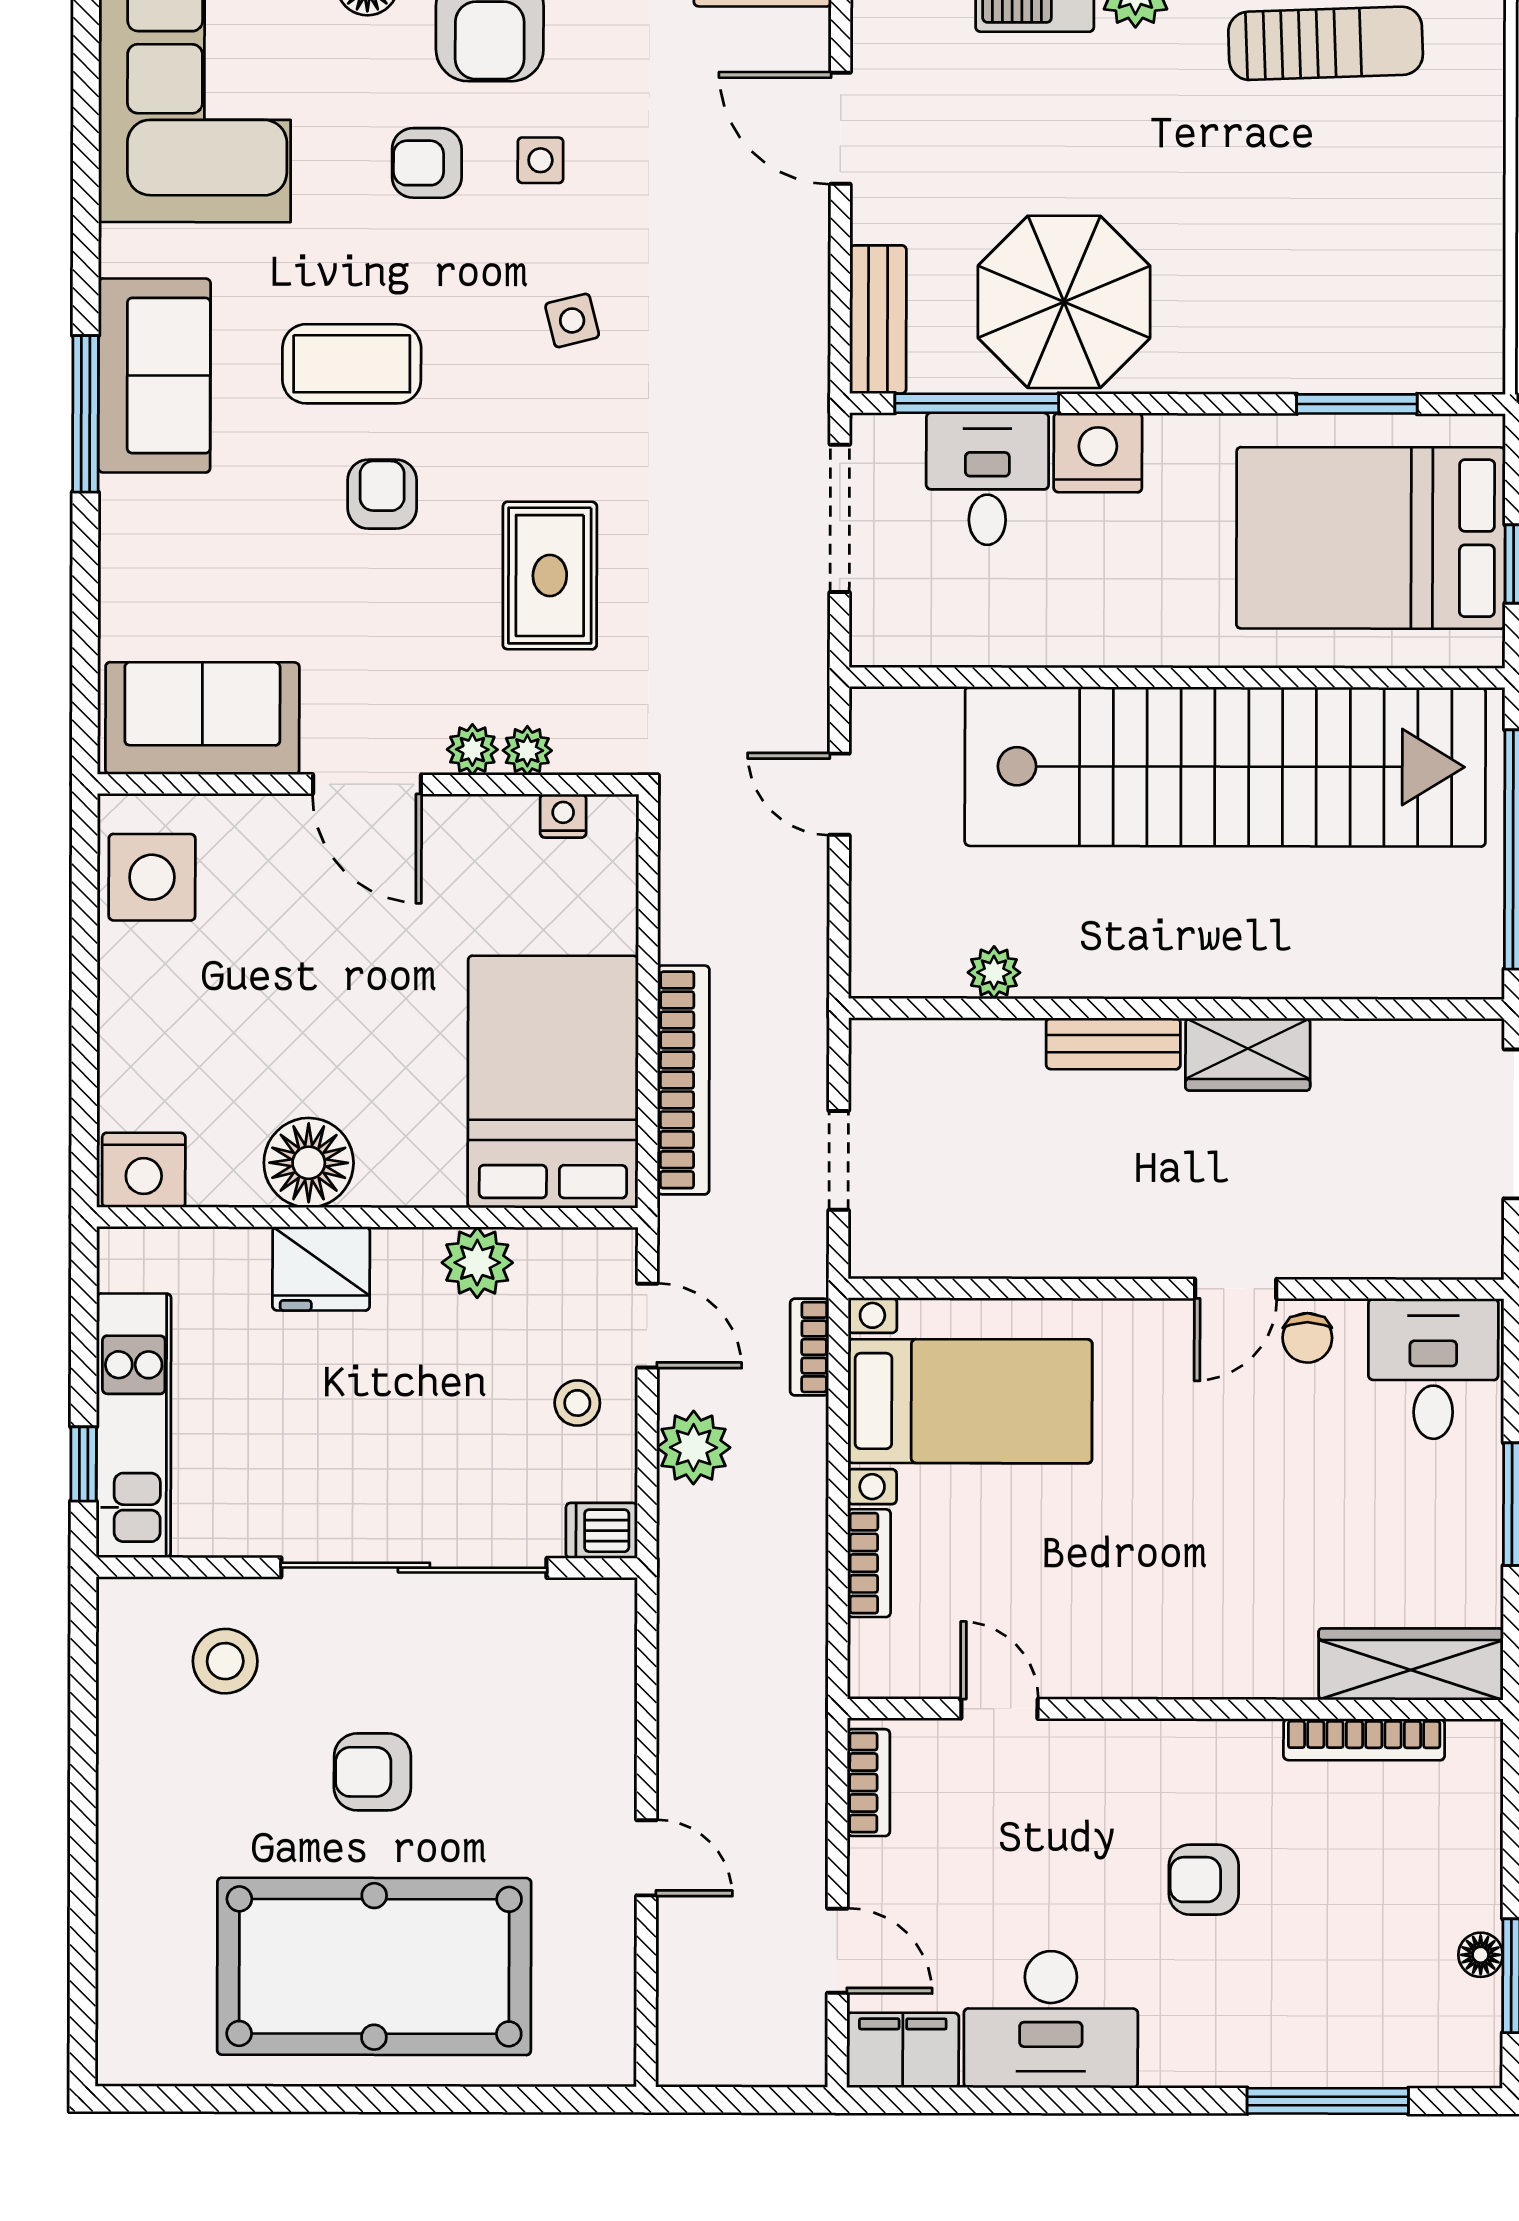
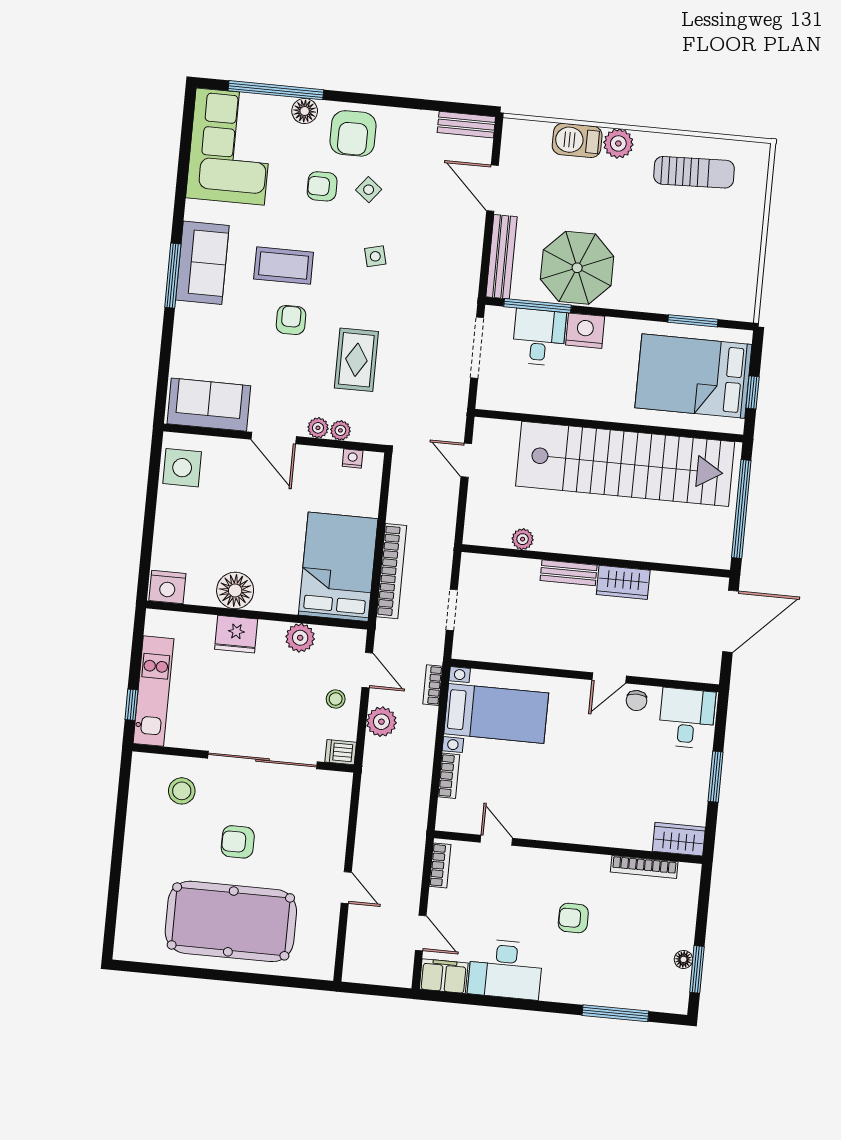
side table: (540, 160) -> (369, 190), turned 38
bench: (878, 319) -> (501, 257), width x1.36
wardrobe: (1411, 1664) -> (679, 839), width x0.67

